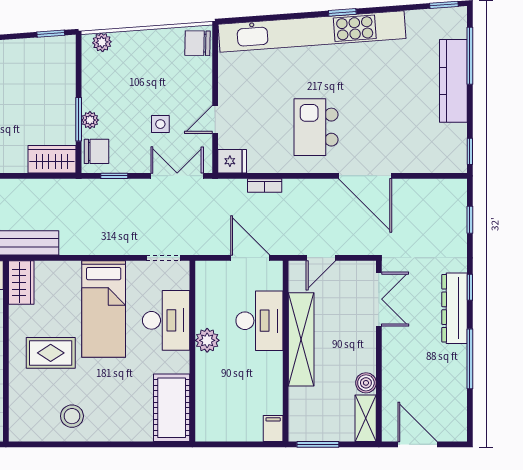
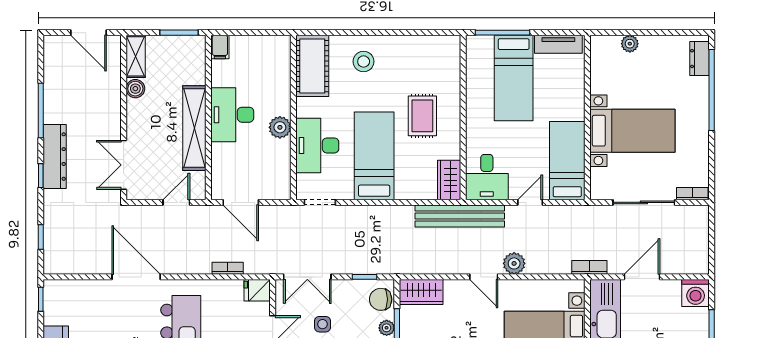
desk: (259, 321) -> (232, 115), moved
rug: (51, 353) -> (422, 116), turned 90
stool: (72, 416) -> (364, 61), moved

